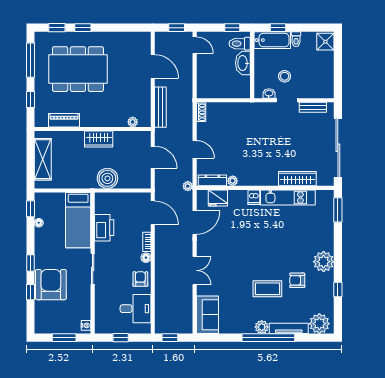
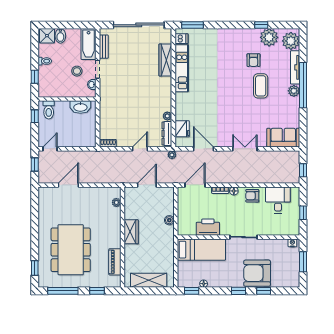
window: (83, 28) -> (35, 246), removed
bathtub: (272, 40) -> (89, 44), moved, turned 180
bidet: (325, 57) -> (60, 36), added
washbasin: (243, 63) -> (80, 107), moved
bench: (160, 107) -> (104, 178), removed
boiler: (107, 178) -> (169, 220), width x0.54, depth x0.54
dishwasher: (254, 197) -> (182, 39), moved
plant: (324, 262) -> (269, 37), moved

